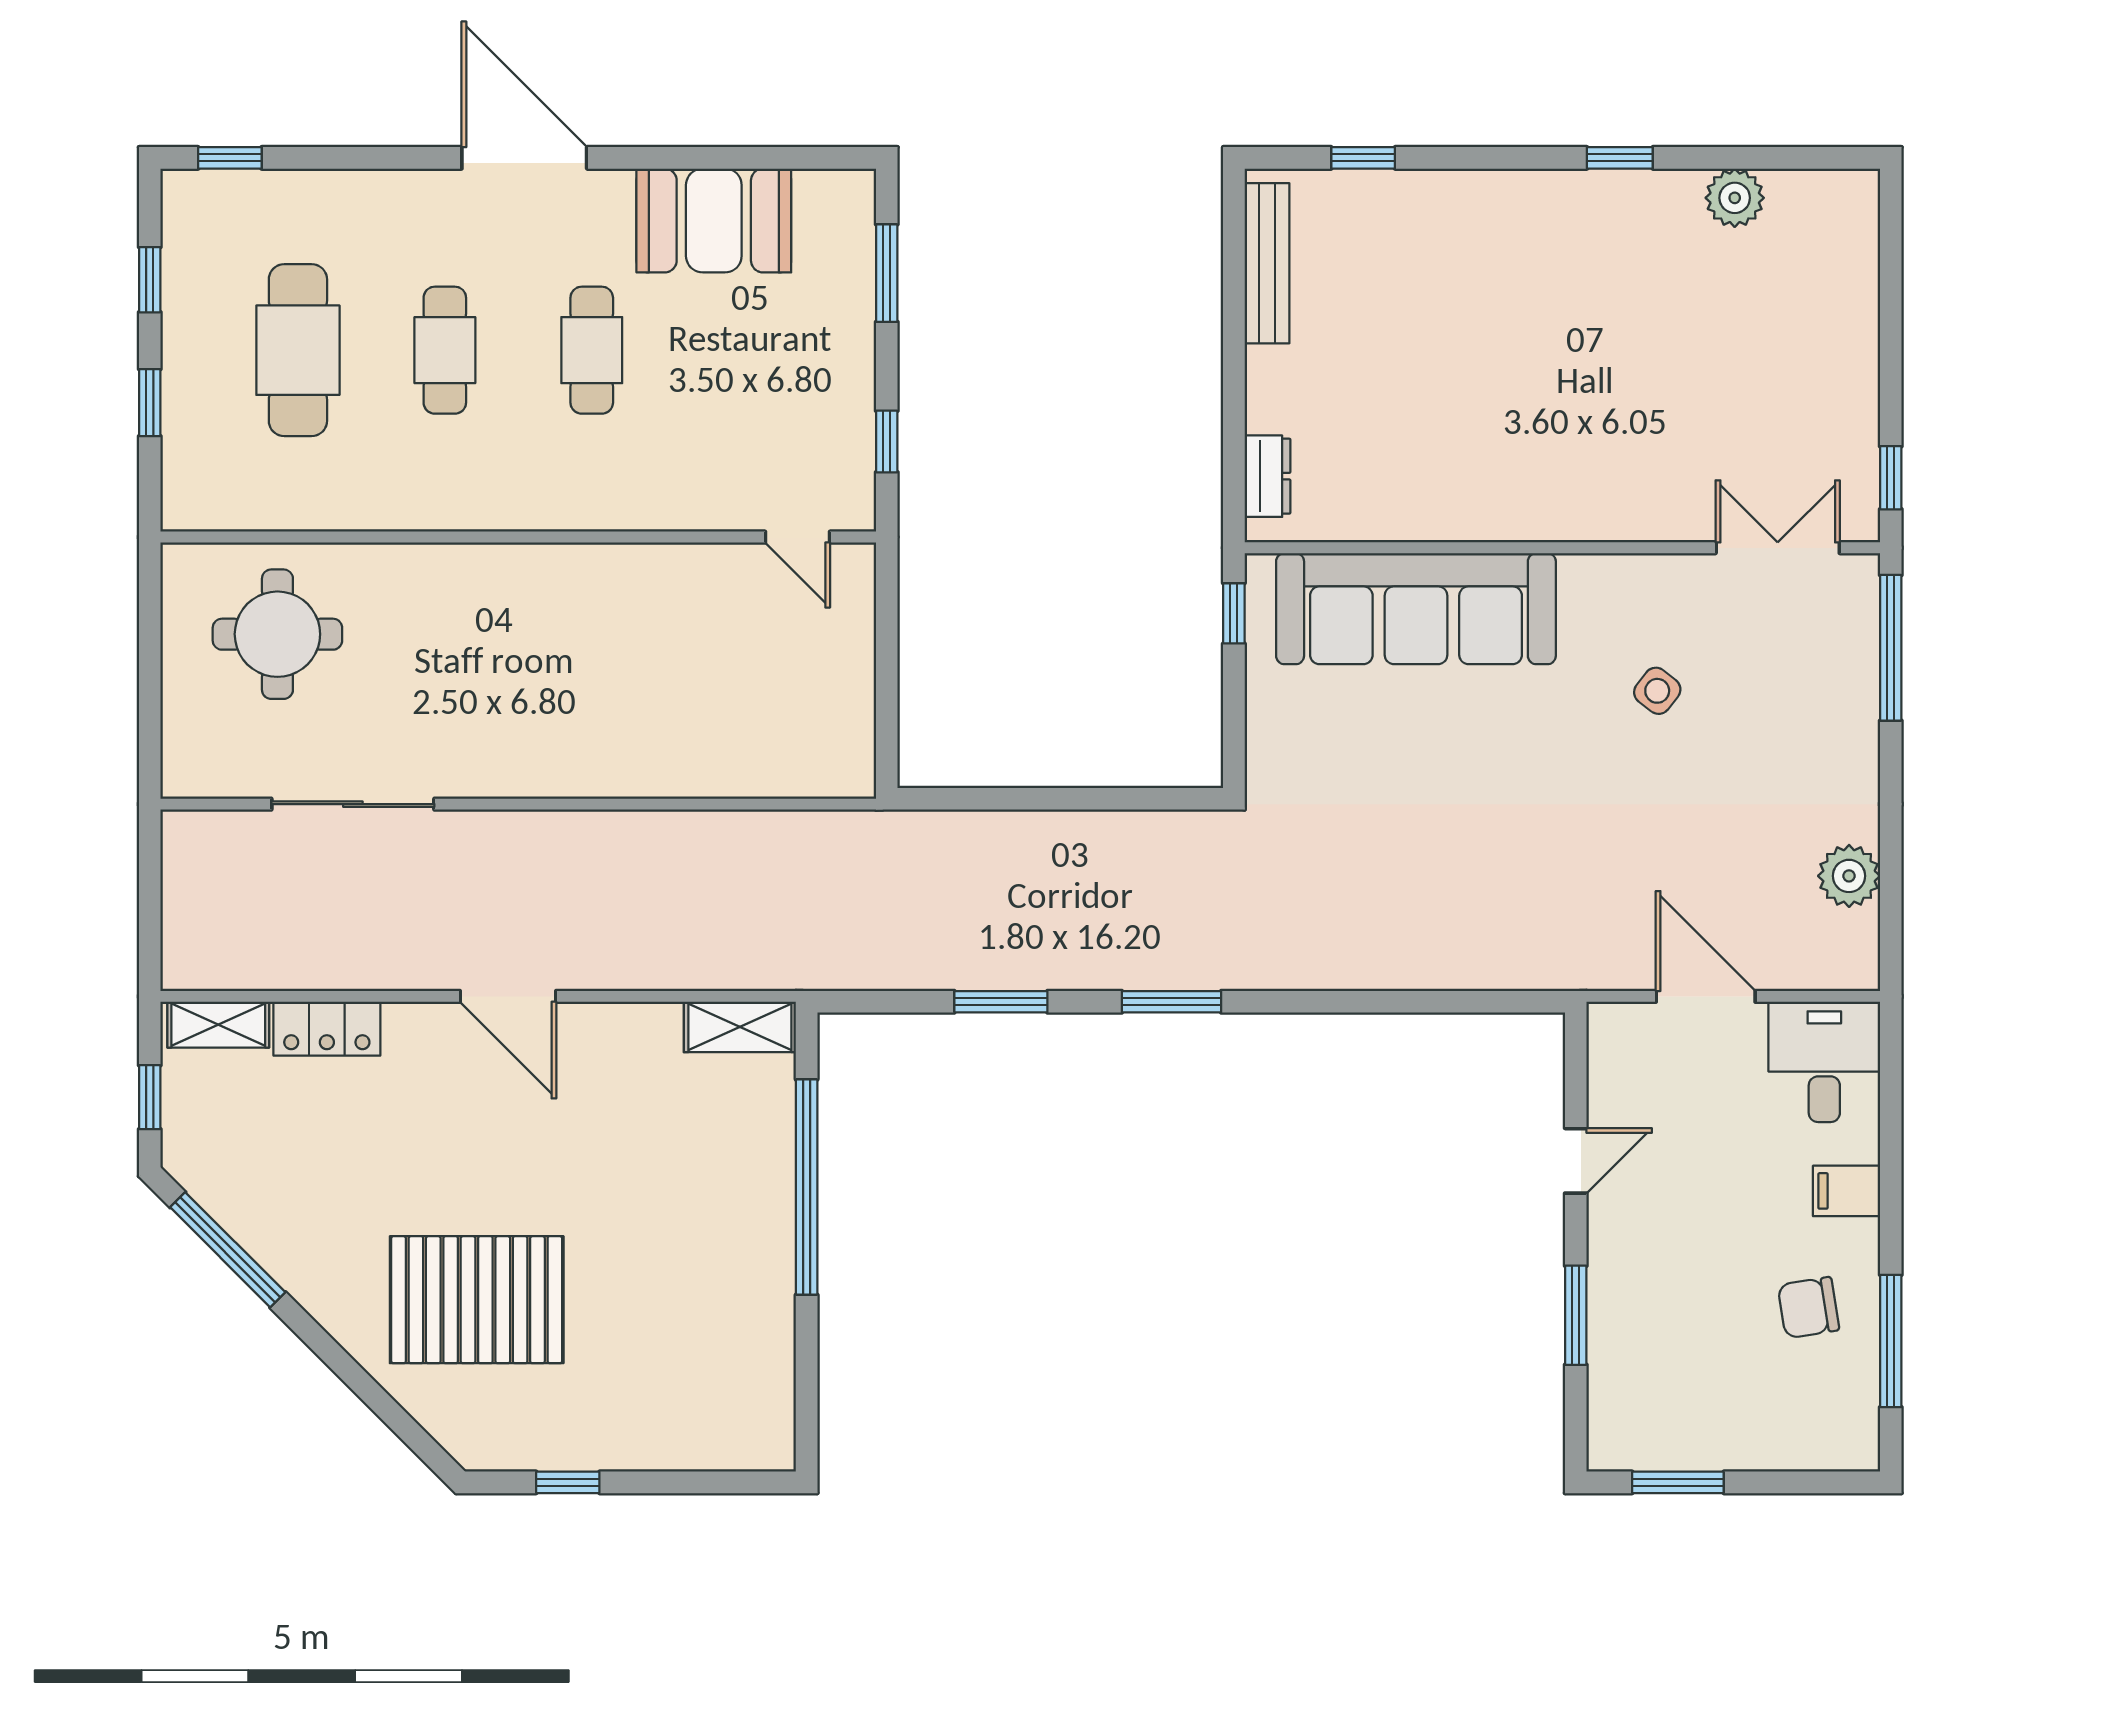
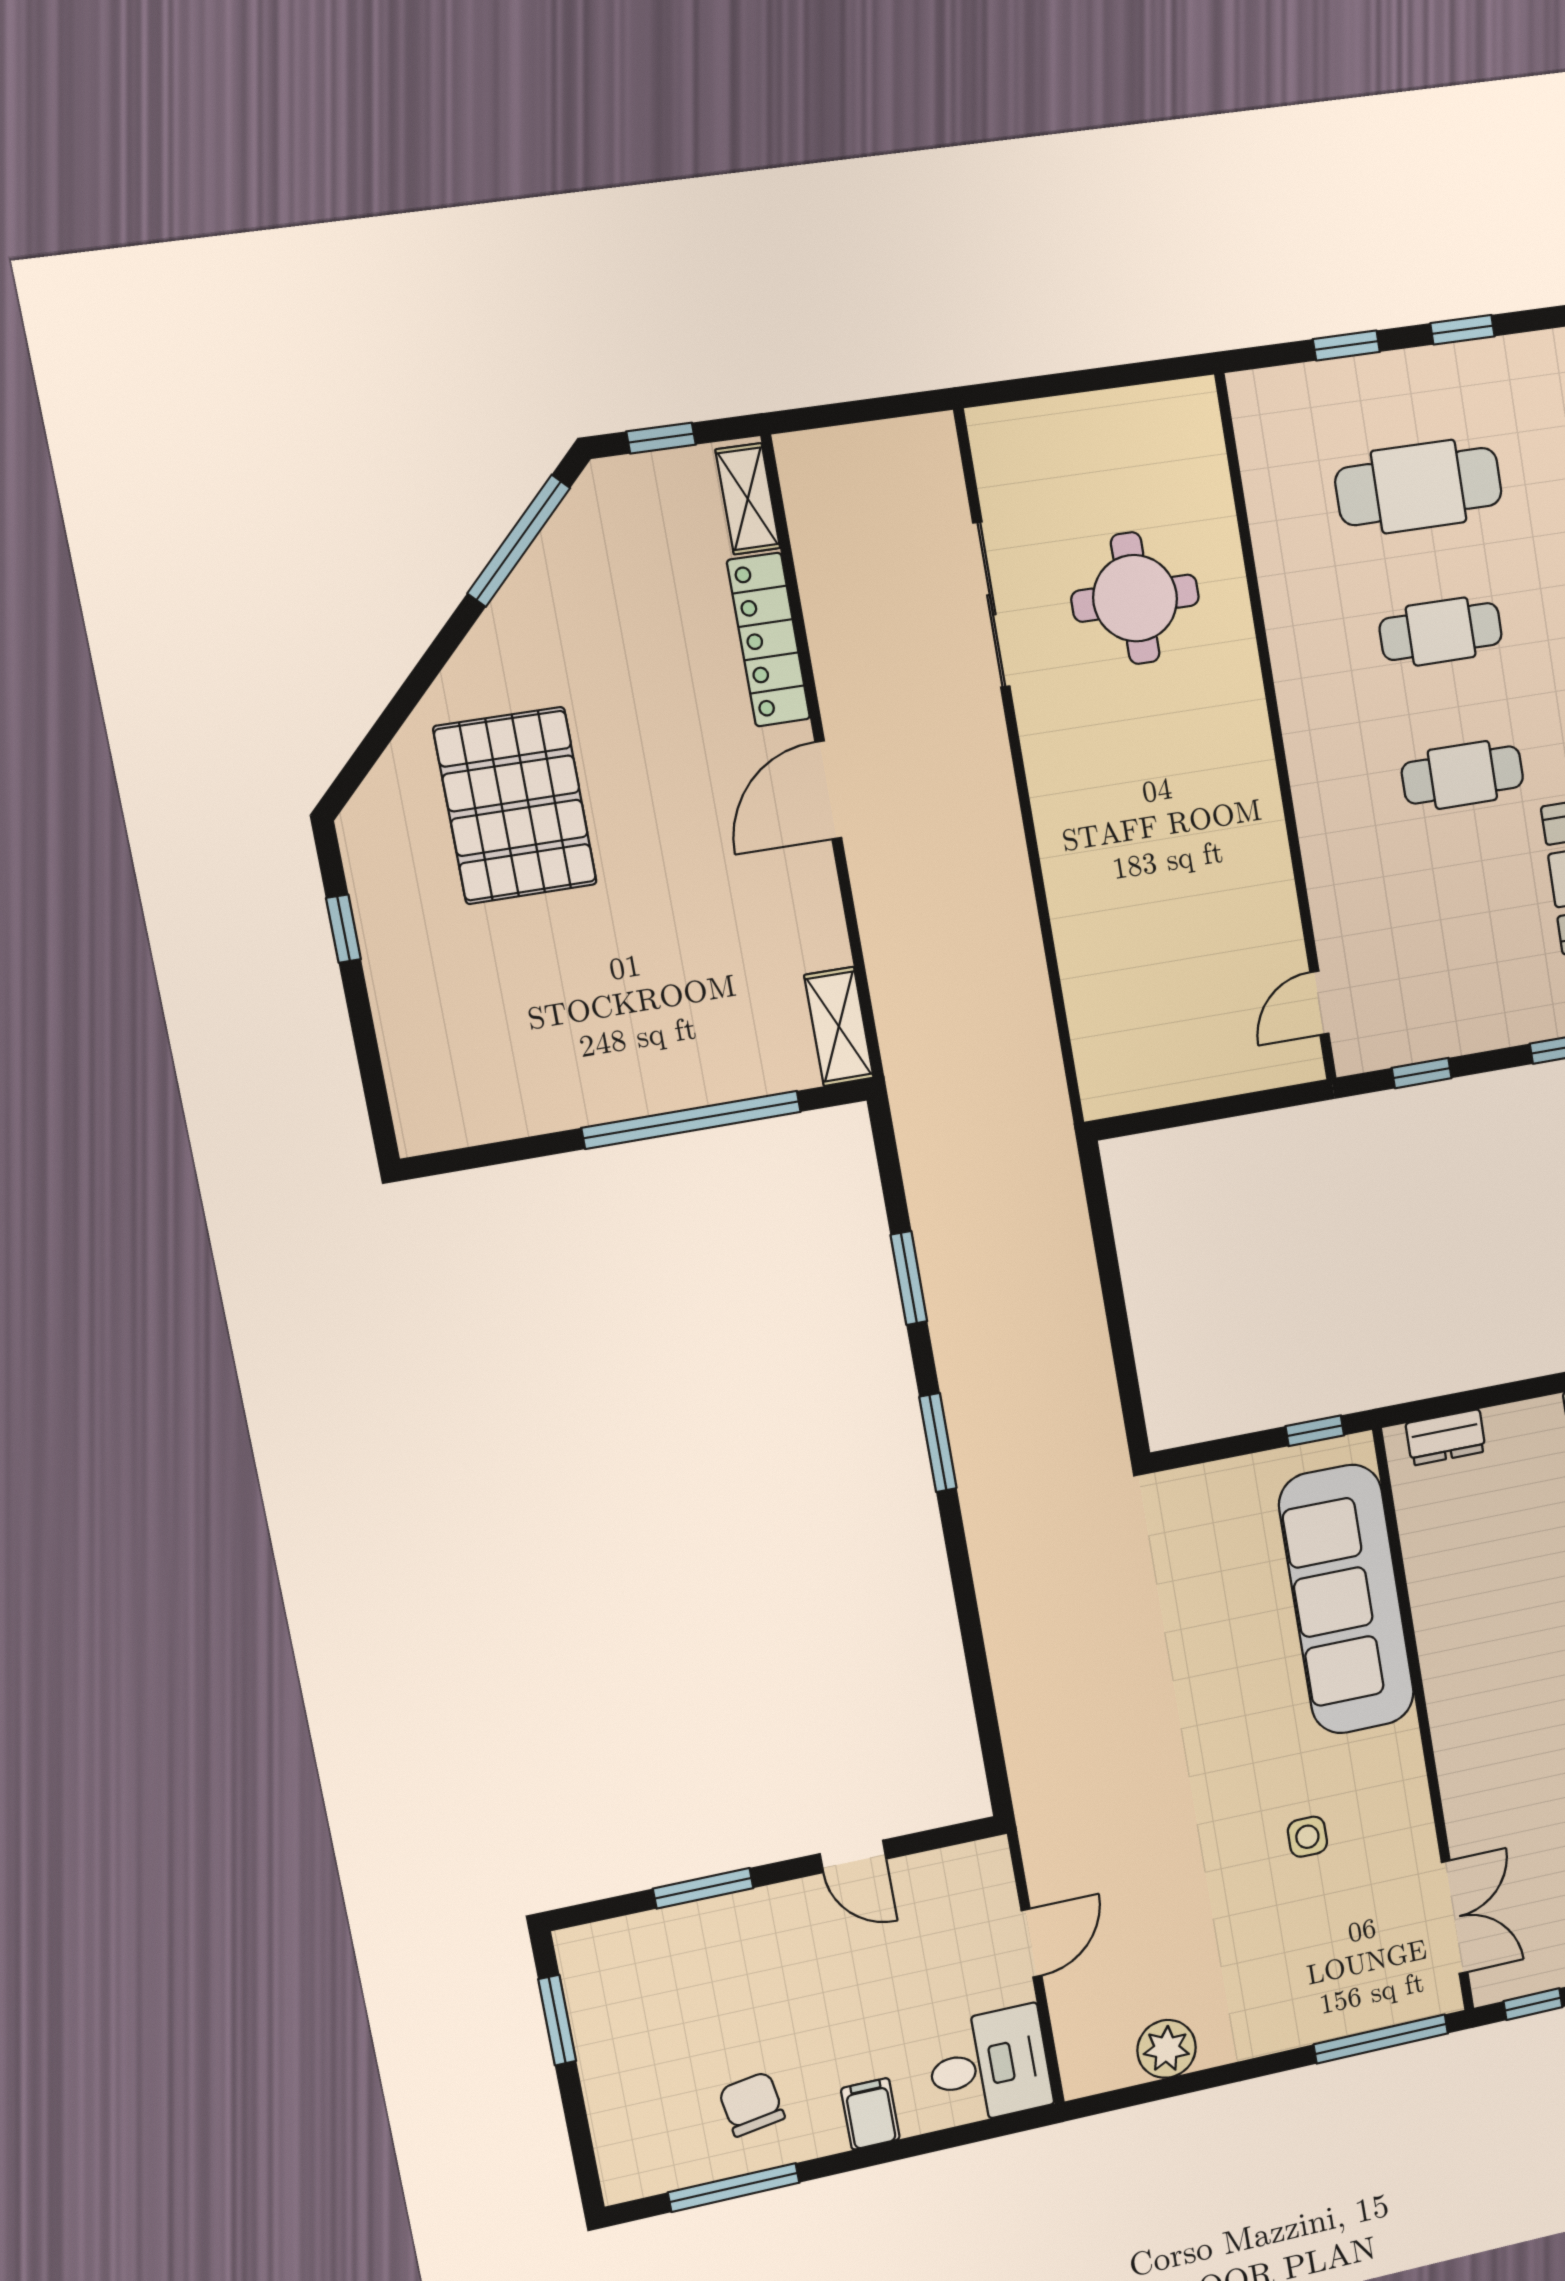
round table: (277, 634) -> (1135, 598), moved
side table: (1657, 691) -> (1307, 1837), turned -38
door: (1706, 996) -> (1031, 1943), width x0.73
locker: (327, 1029) -> (768, 640), width x1.53

